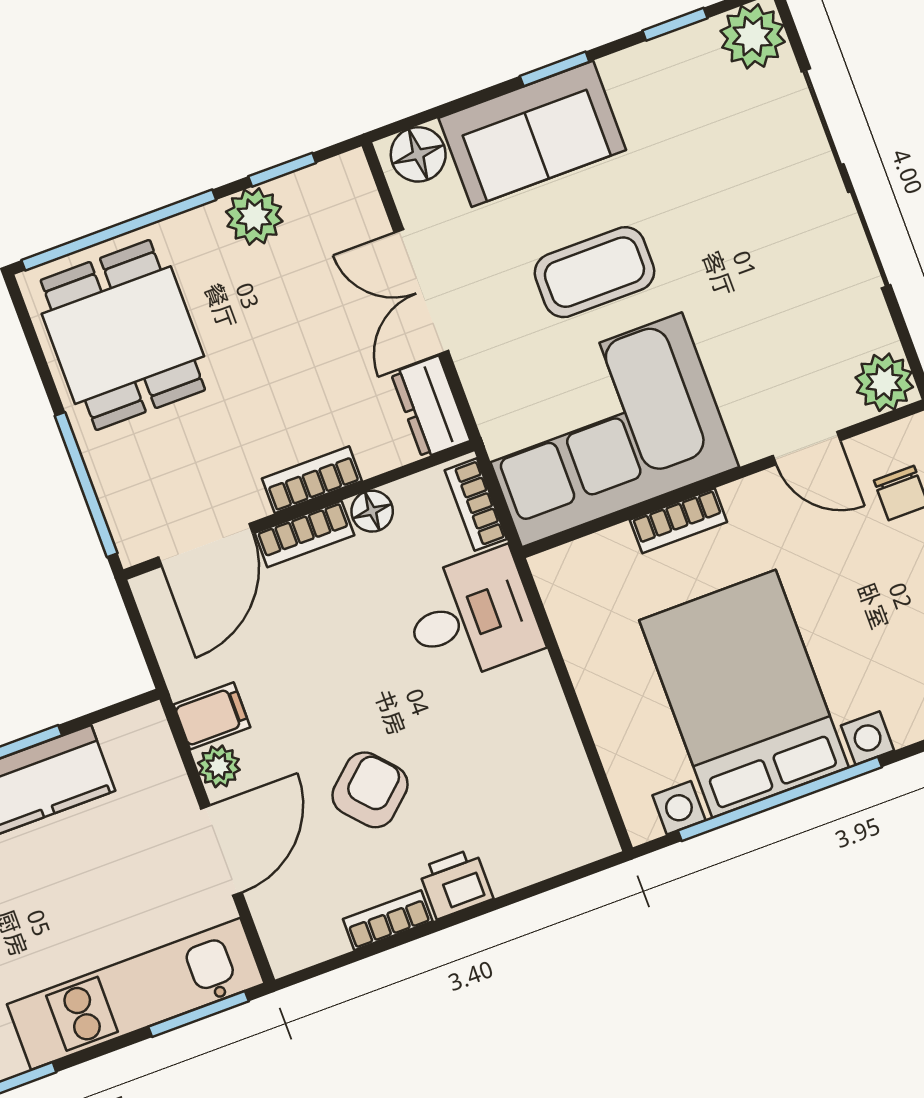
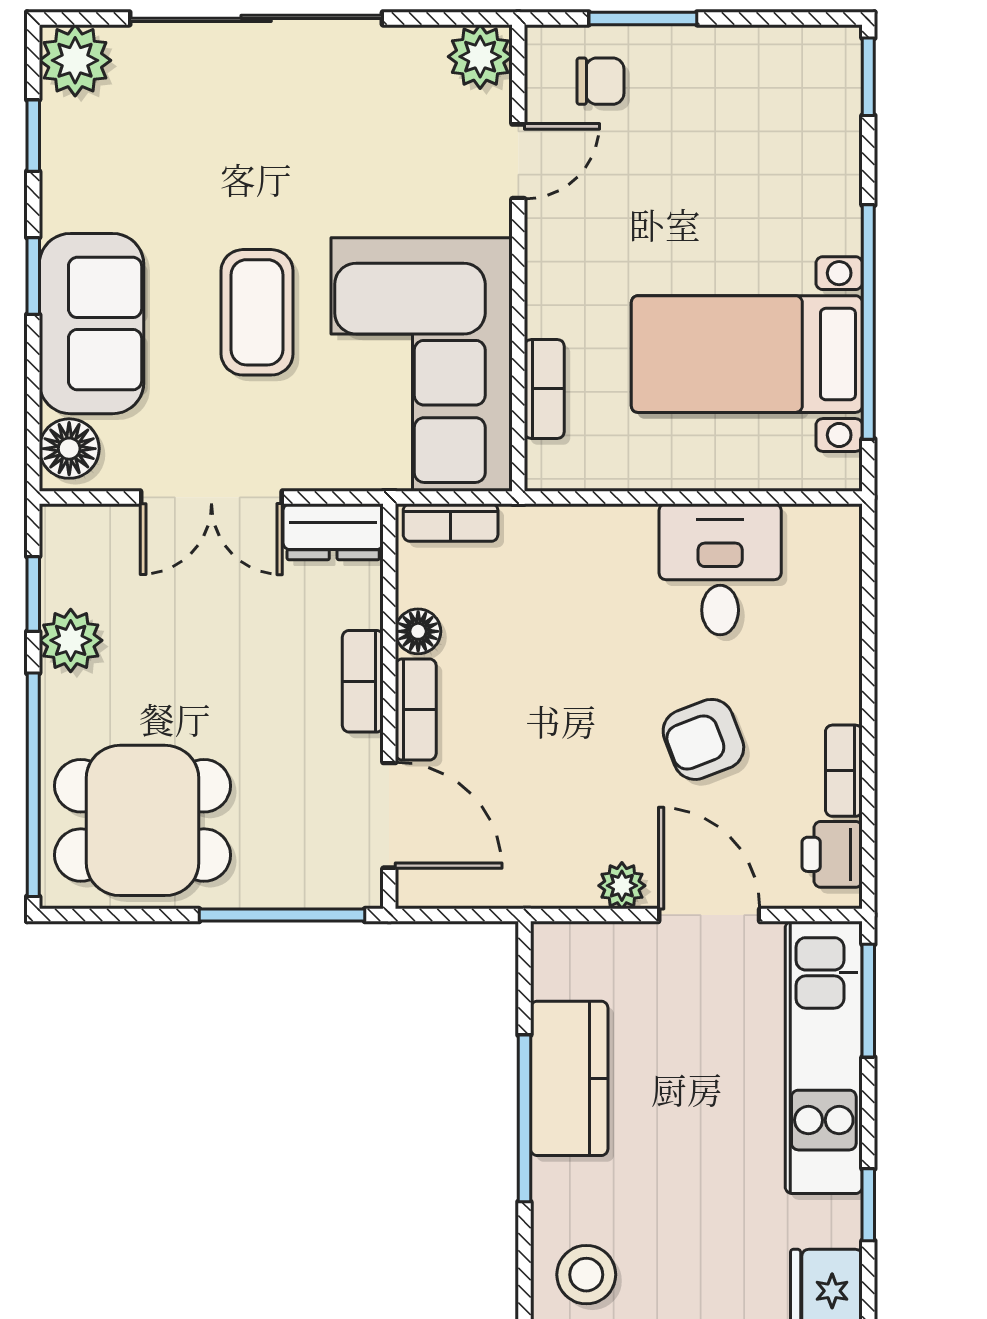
bookcase: (678, 521) -> (544, 389), moved
desk: (471, 616) -> (720, 569), moved
bed with nightstands: (744, 694) -> (747, 354), width x0.73
filing cabinet: (212, 716) -> (567, 874), removed
armchair: (370, 790) -> (703, 739), turned -69
printer: (456, 884) -> (832, 854), moved

